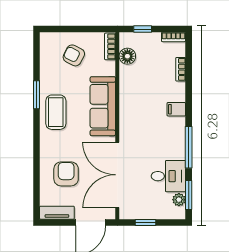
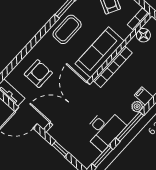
bookcase: (126, 108) -> (113, 67), added
desk: (168, 176) -> (104, 129), width x1.37
plant: (179, 200) -> (137, 107), moved

